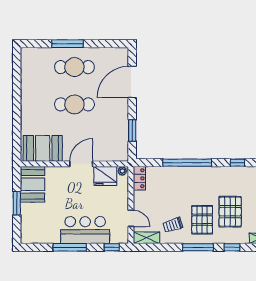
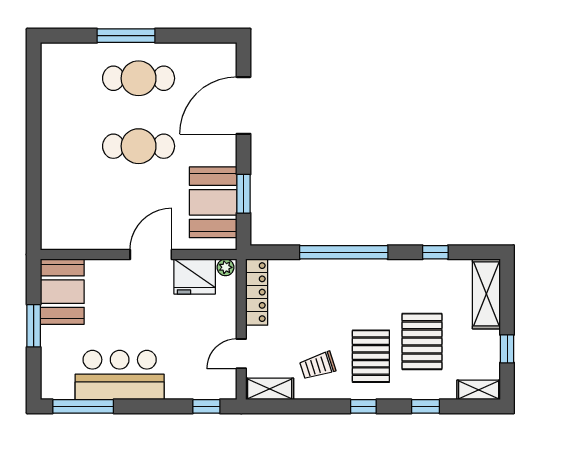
booth: (43, 148) -> (213, 202), moved, turned 90
locker: (139, 178) -> (257, 292), width x1.53
door: (131, 218) -> (241, 354), swing flipped
bar counter: (85, 230) -> (120, 375), moved
window: (70, 247) -> (83, 406), moved
window: (198, 247) -> (363, 406), width x0.46

